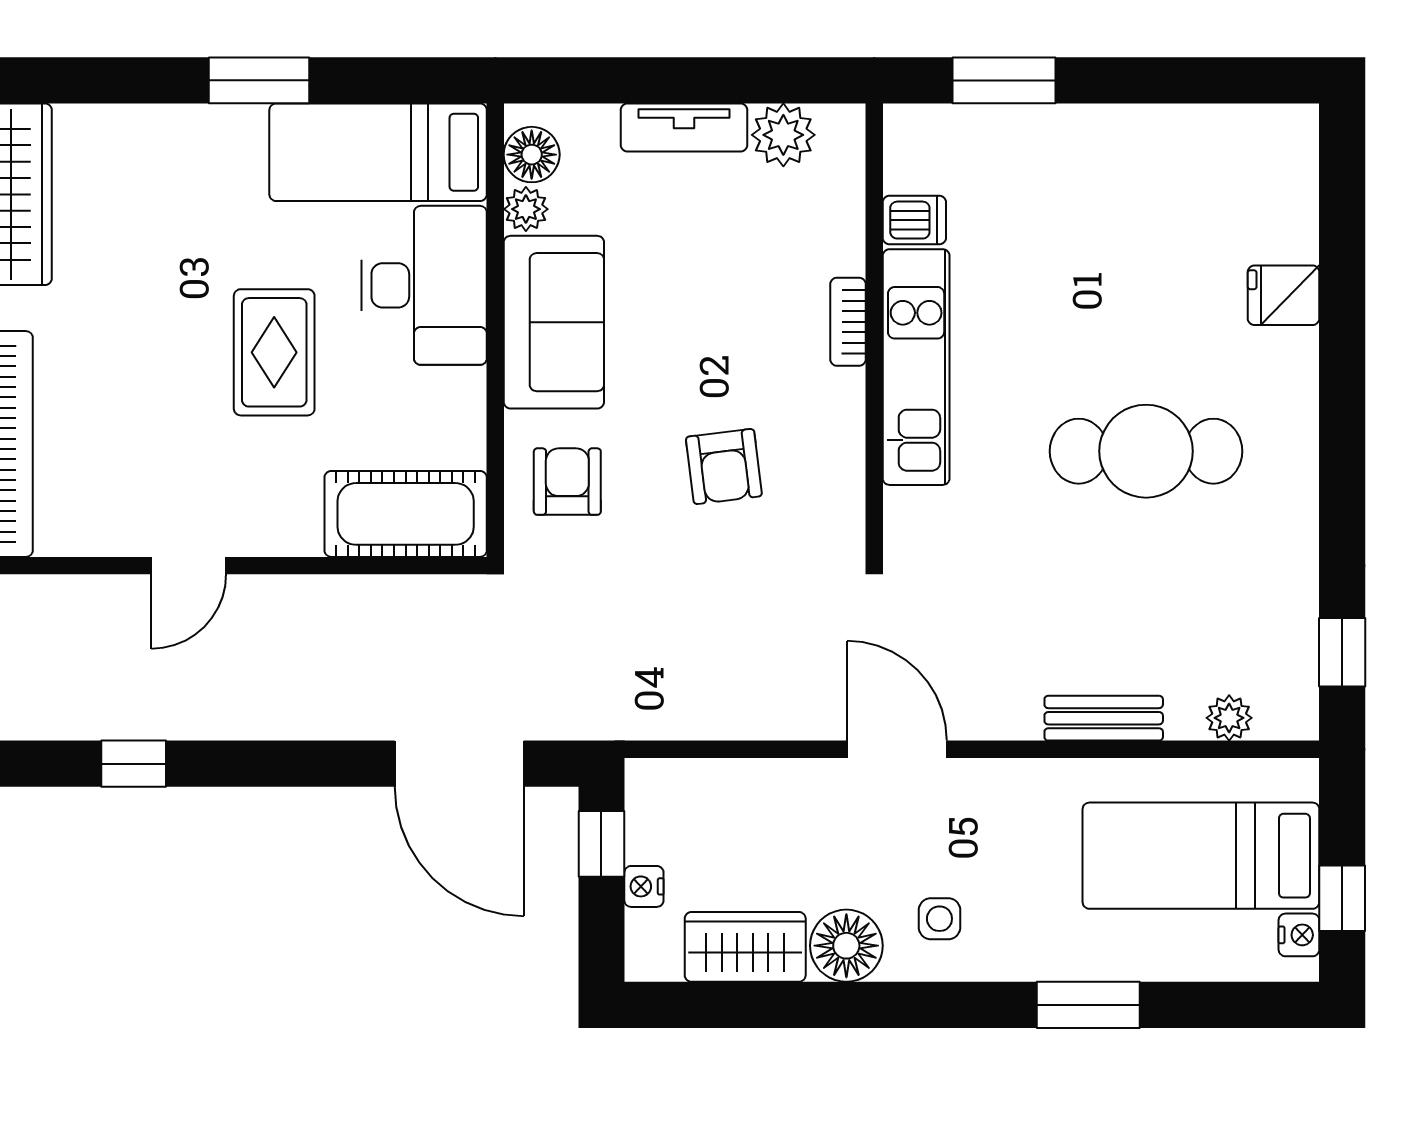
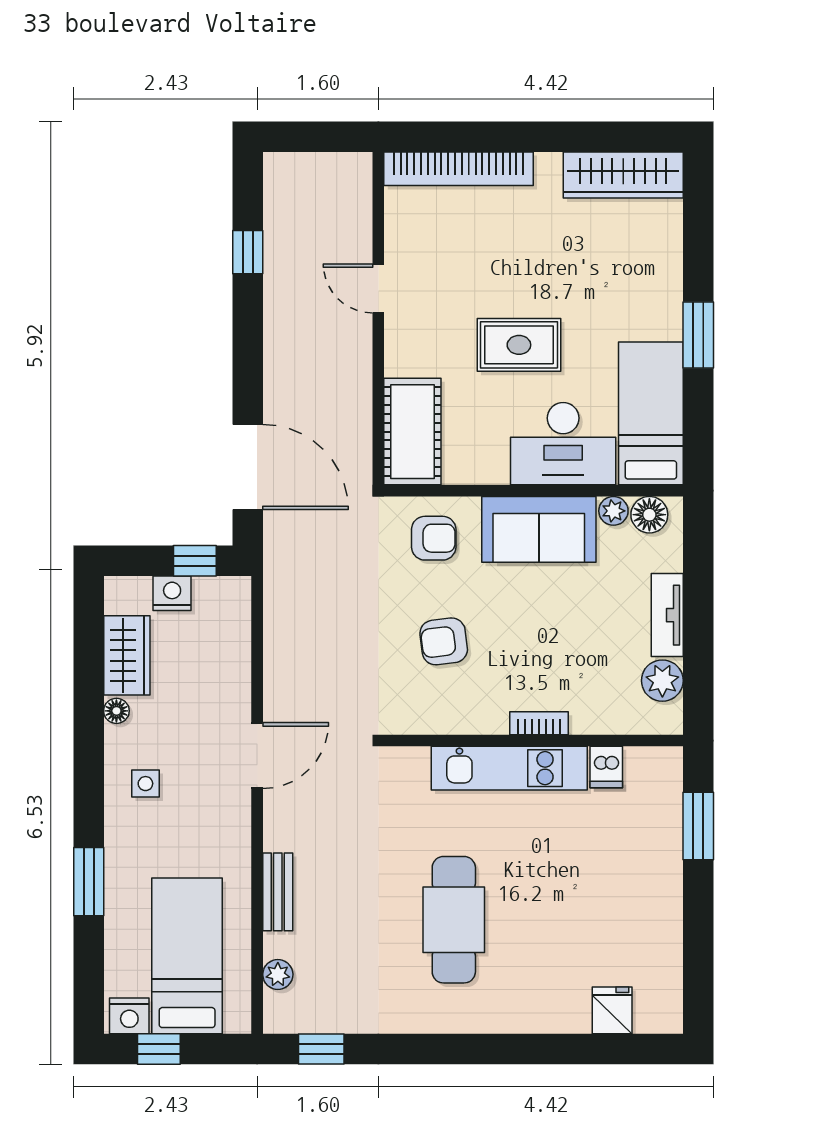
fridge: (1284, 295) -> (612, 1010), moved
door: (459, 764) -> (248, 467), swing flipped
nightstand: (644, 886) -> (172, 593), width x1.39, depth x1.35
nightstand: (1299, 935) -> (129, 1016), width x1.39, depth x1.35
floor lamp: (846, 946) -> (116, 711), width x0.53, depth x0.53

